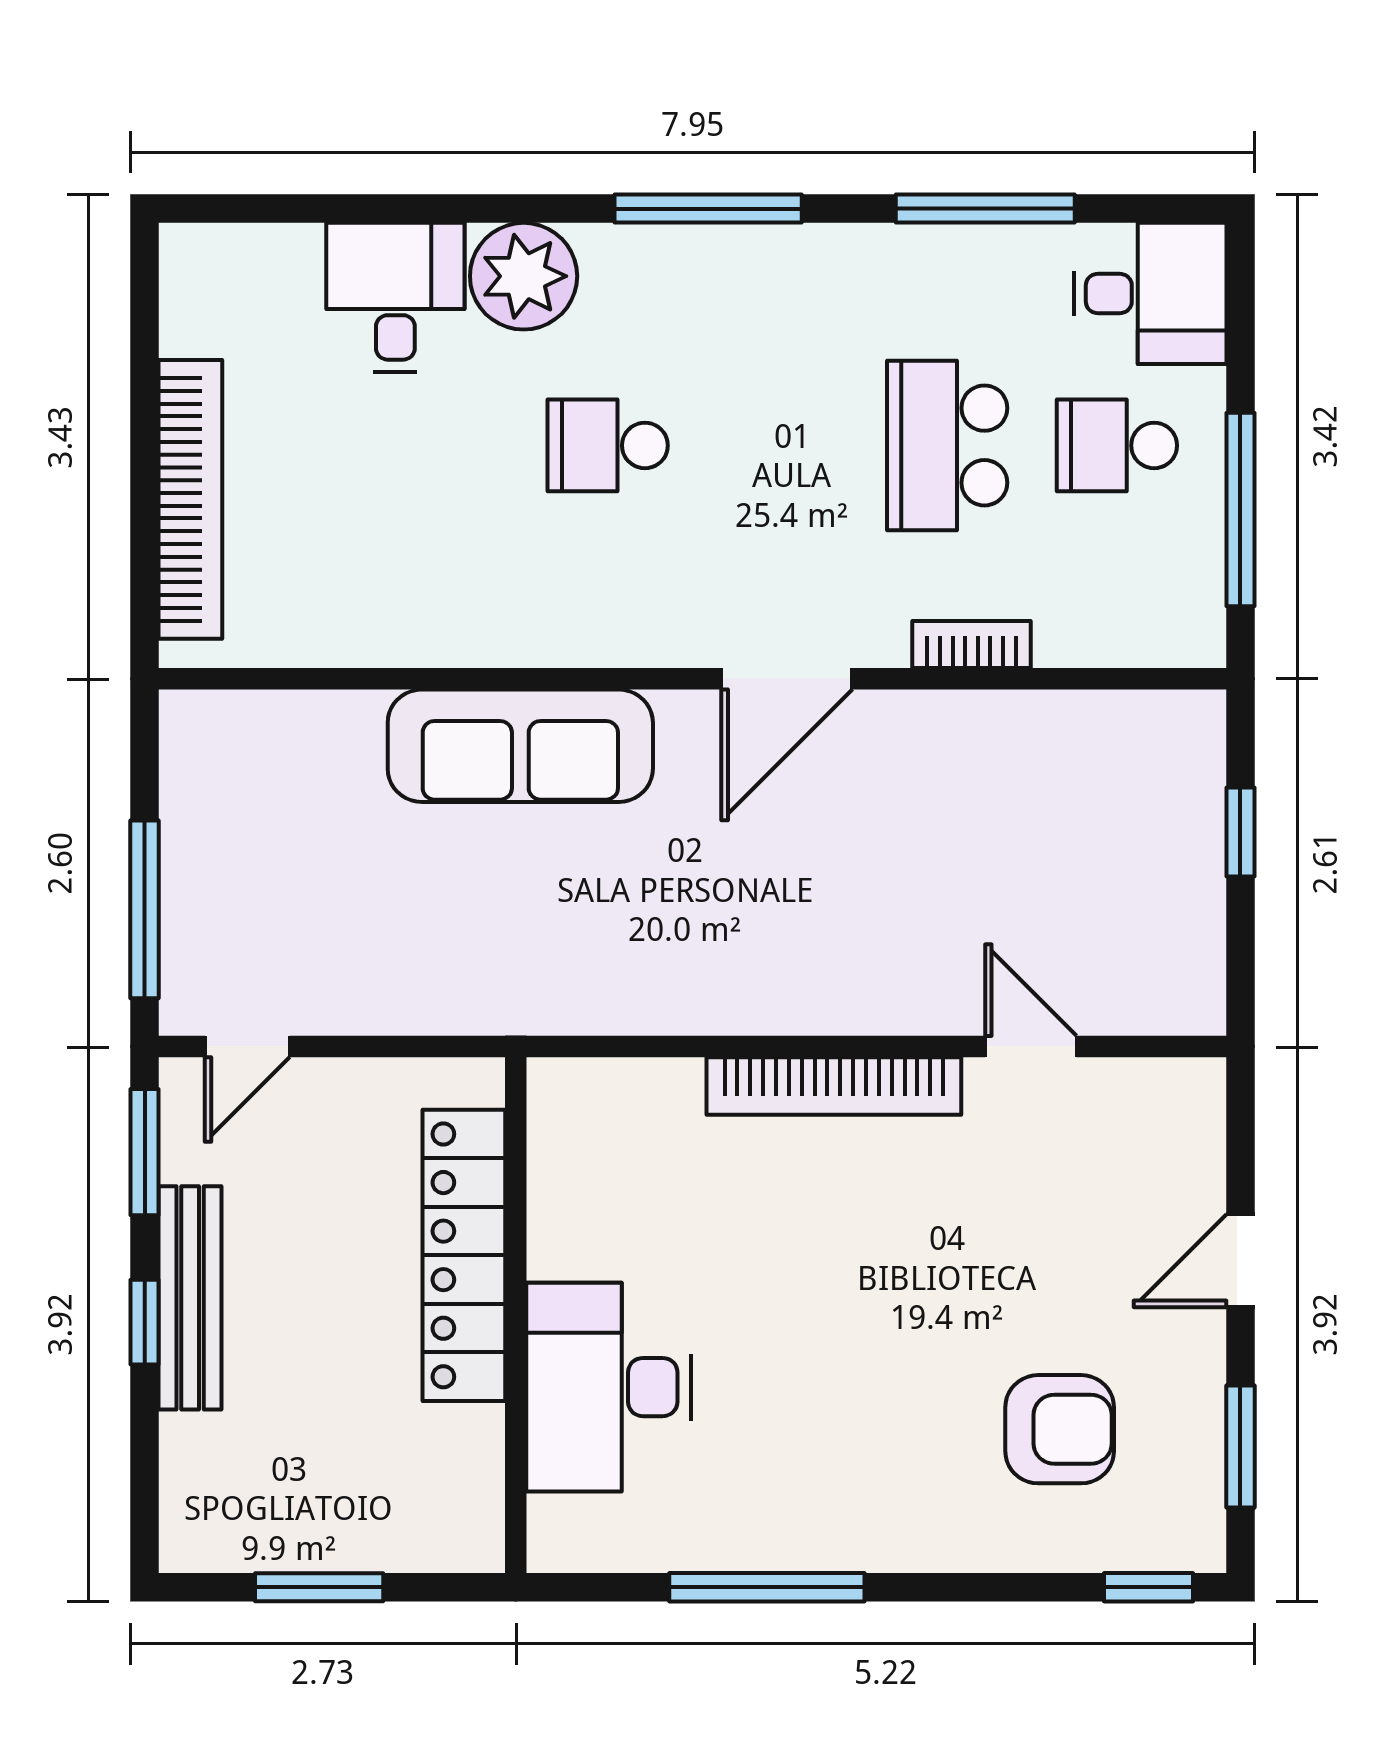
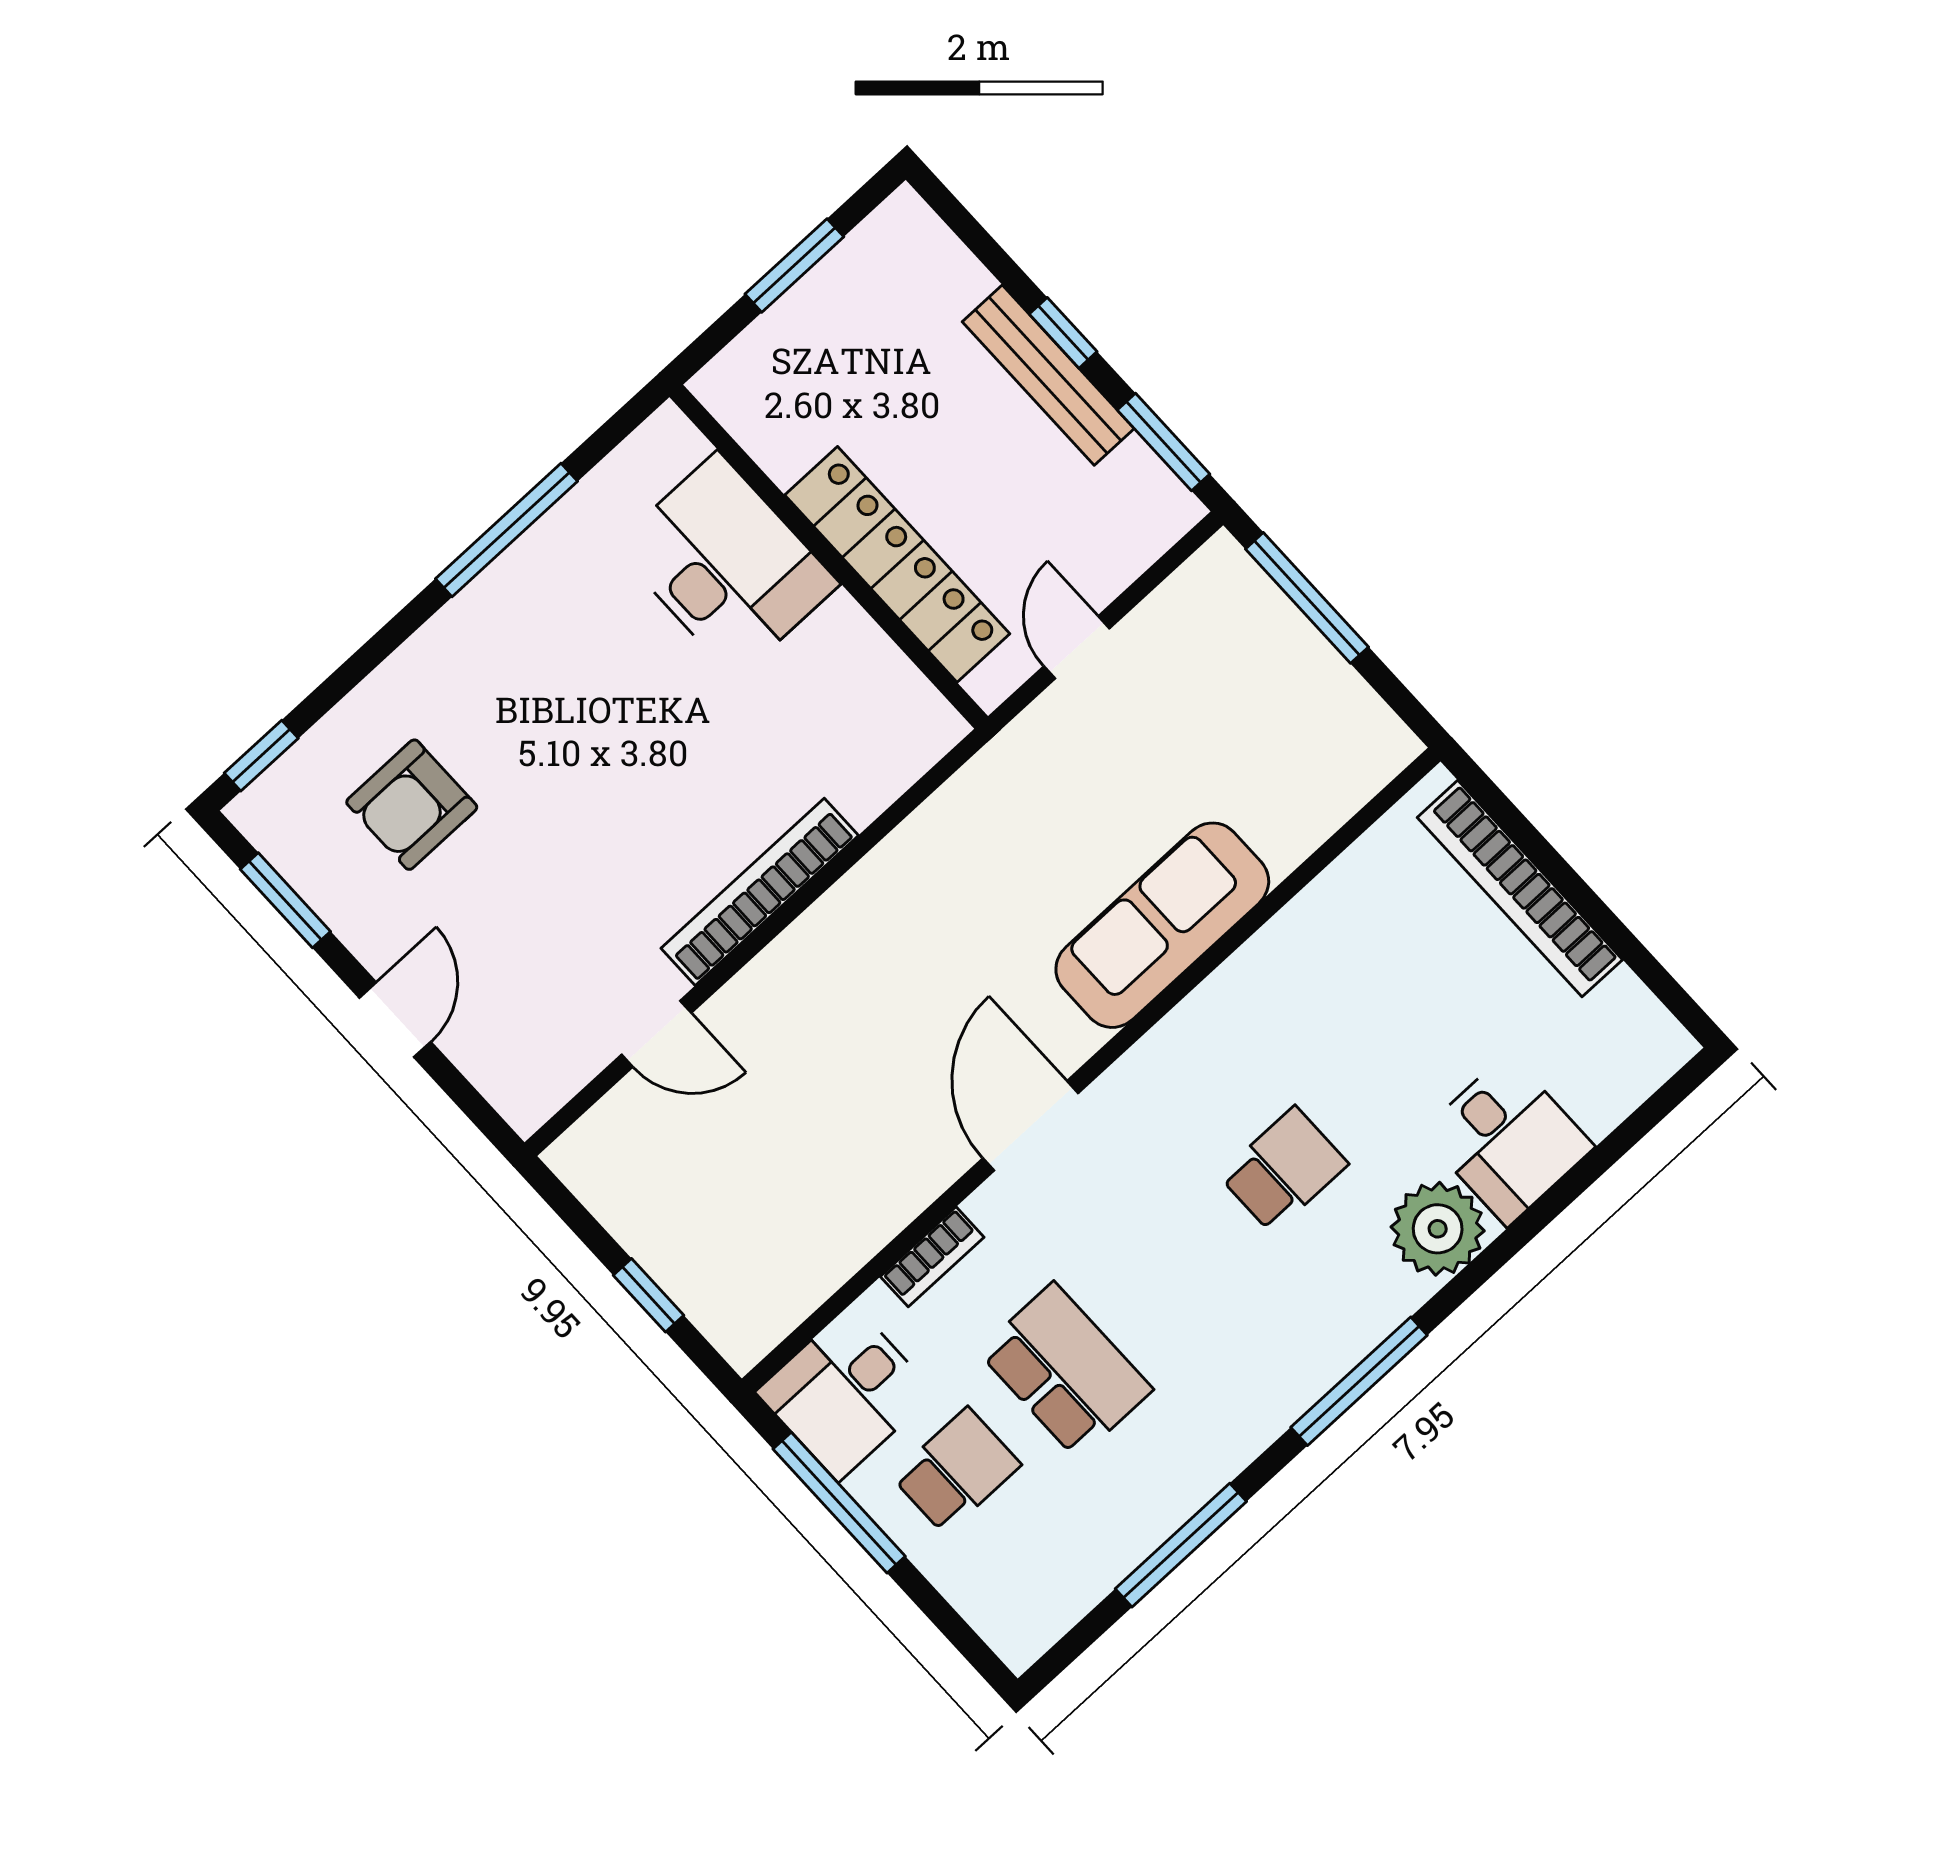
desk: (1150, 293) -> (845, 1393), moved
door: (247, 1046) -> (1077, 647), moved

